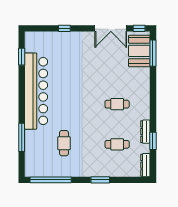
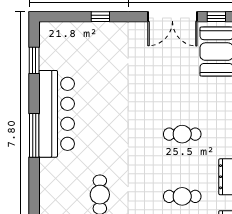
bar counter: (36, 91) -> (57, 114), width x0.73
window: (22, 137) -> (34, 135), moved

